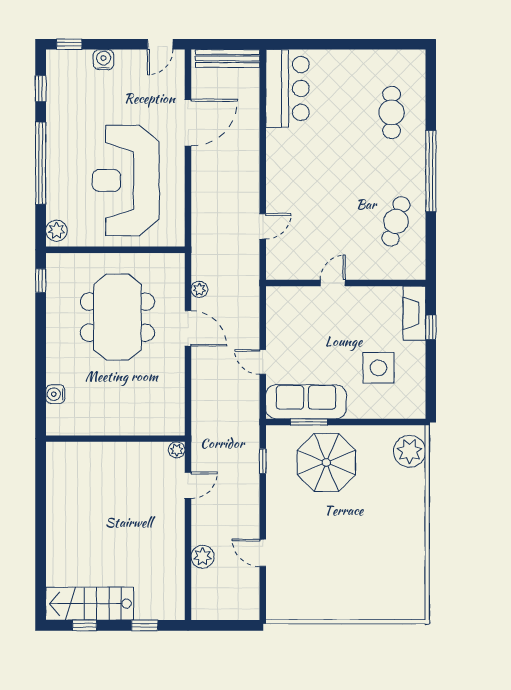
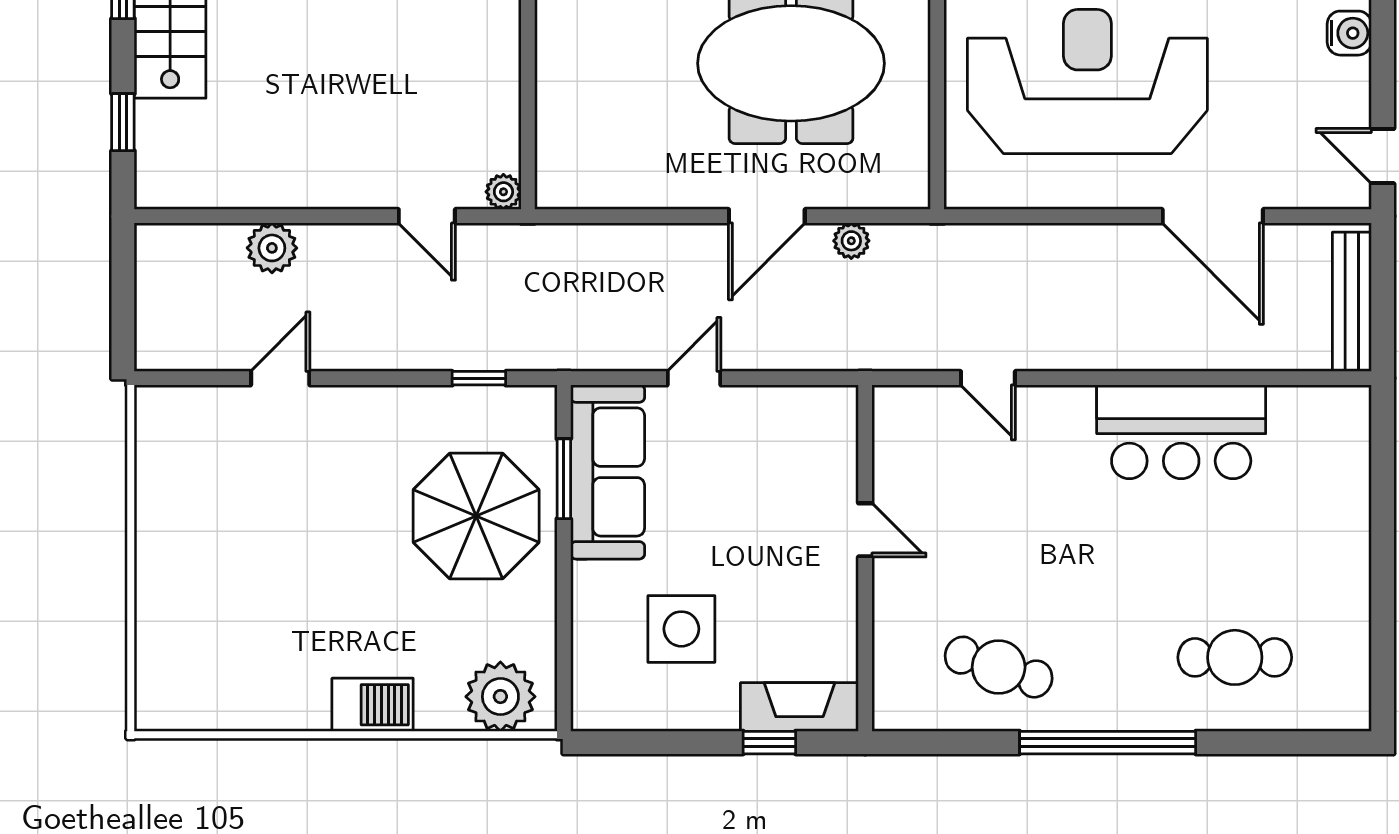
bar counter: (287, 88) -> (1181, 432), moved
barbecue: (413, 510) -> (373, 705), added

